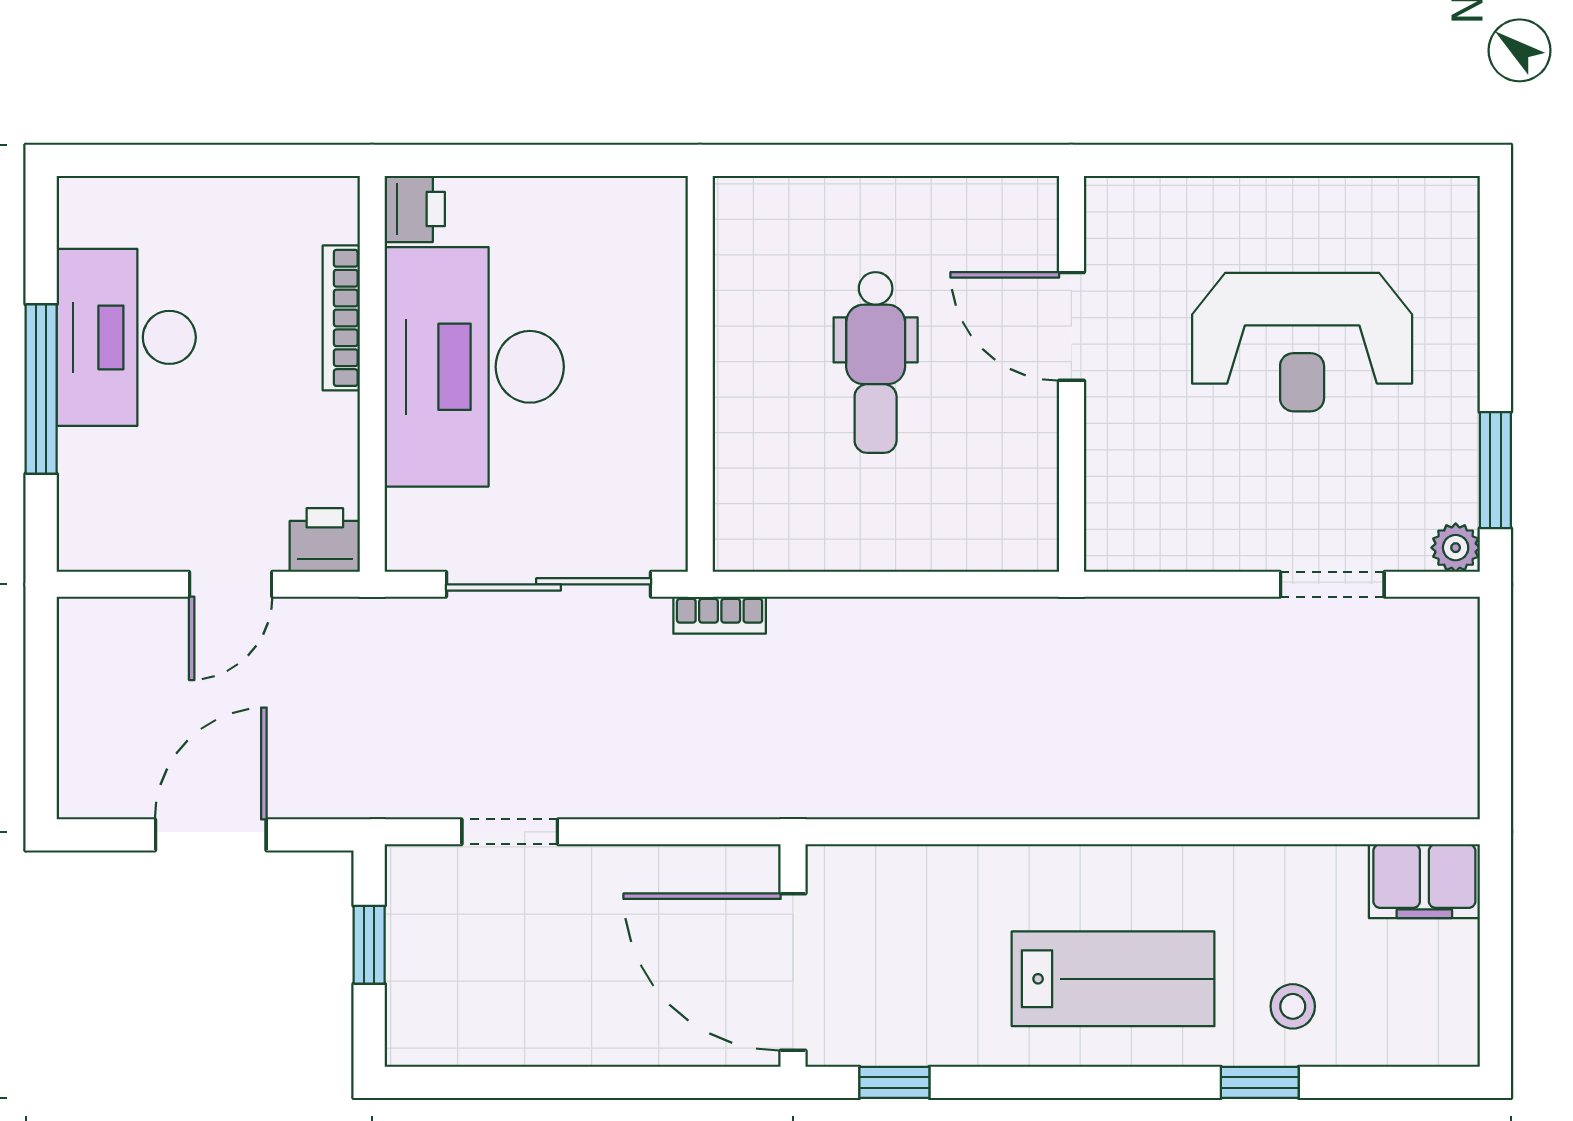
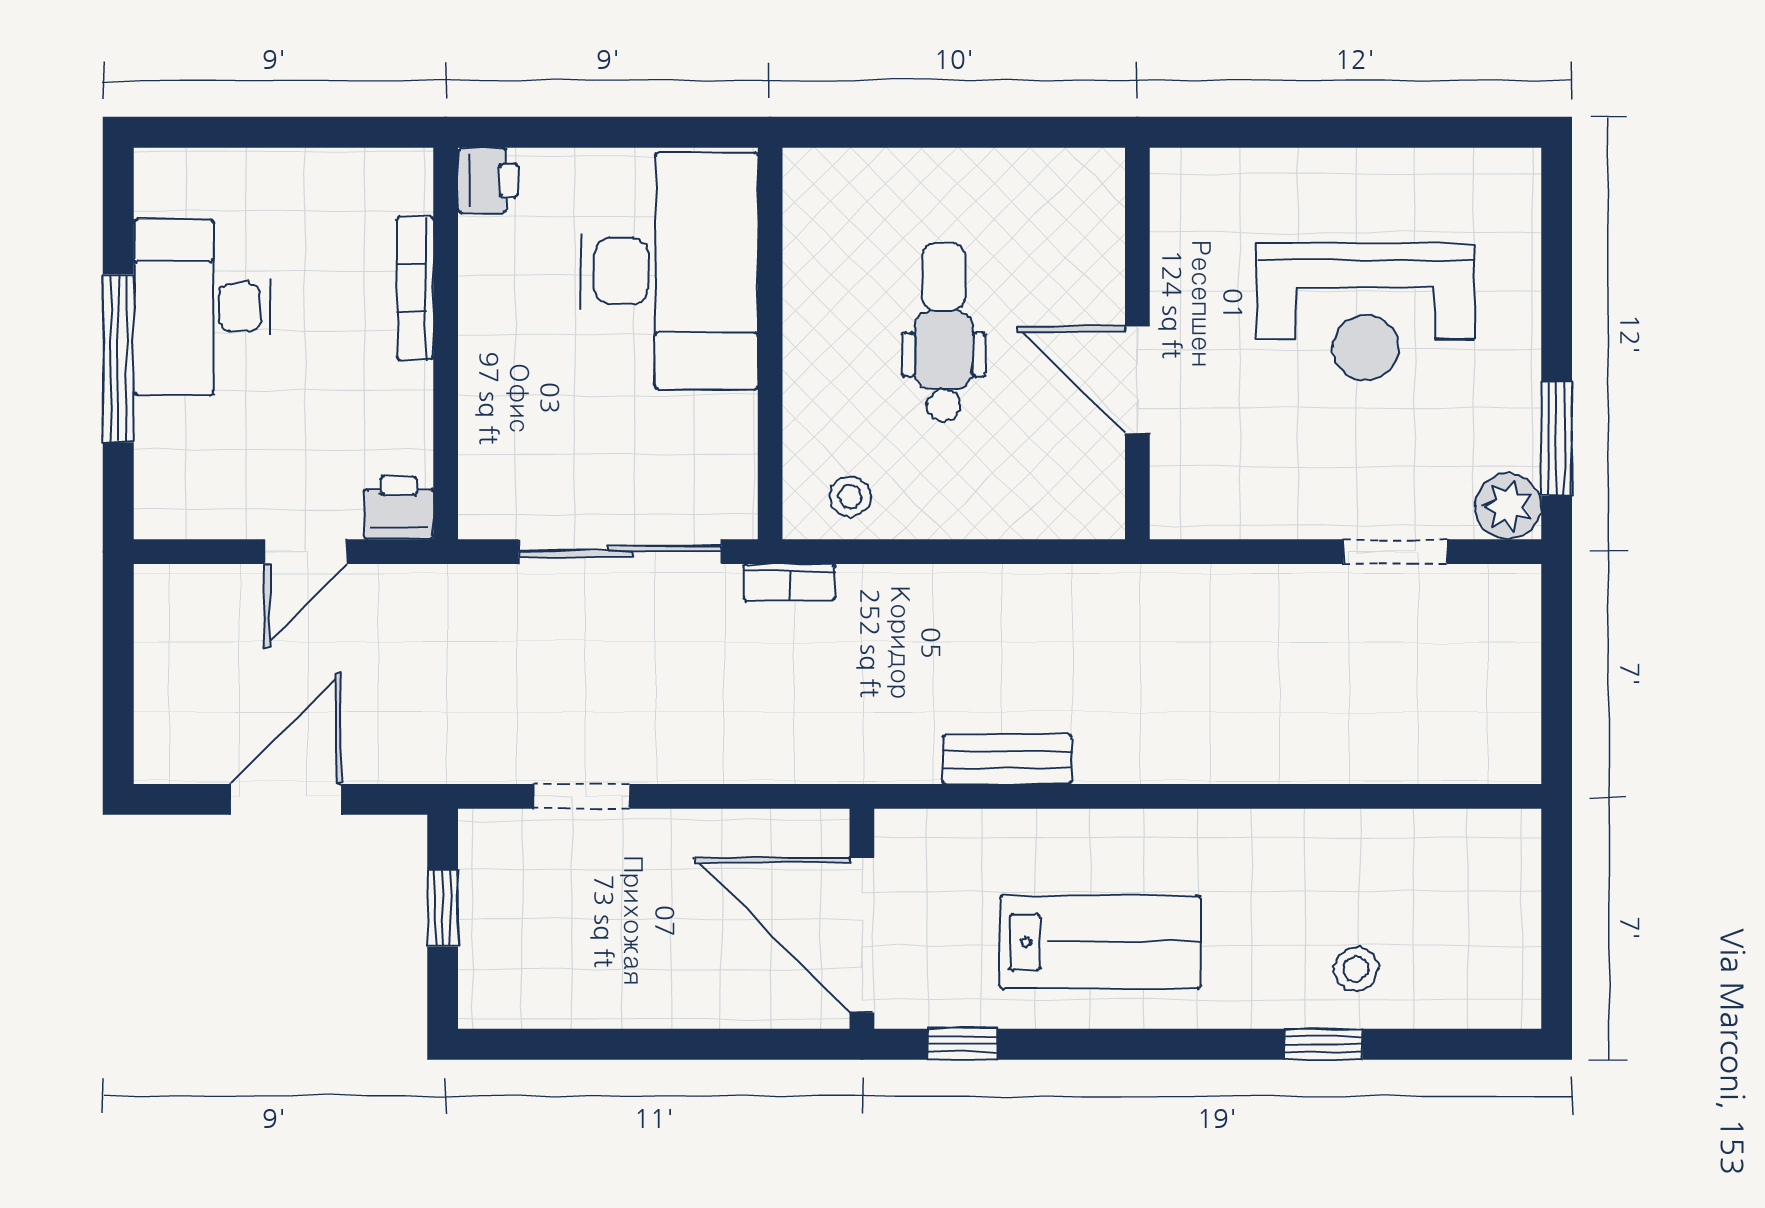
door: (1071, 326) -> (1137, 380), moved
dental chair: (876, 362) -> (944, 332), turned 180
desk: (474, 367) -> (669, 271), moved, turned 180
stool: (781, 529) -> (850, 497), added
plant: (1456, 548) -> (1508, 506), width x1.38, depth x1.38
bench: (940, 794) -> (1007, 759), added
filing cabinet: (1424, 881) -> (1486, 845), removed
lab bench: (1113, 979) -> (1100, 942), moved

